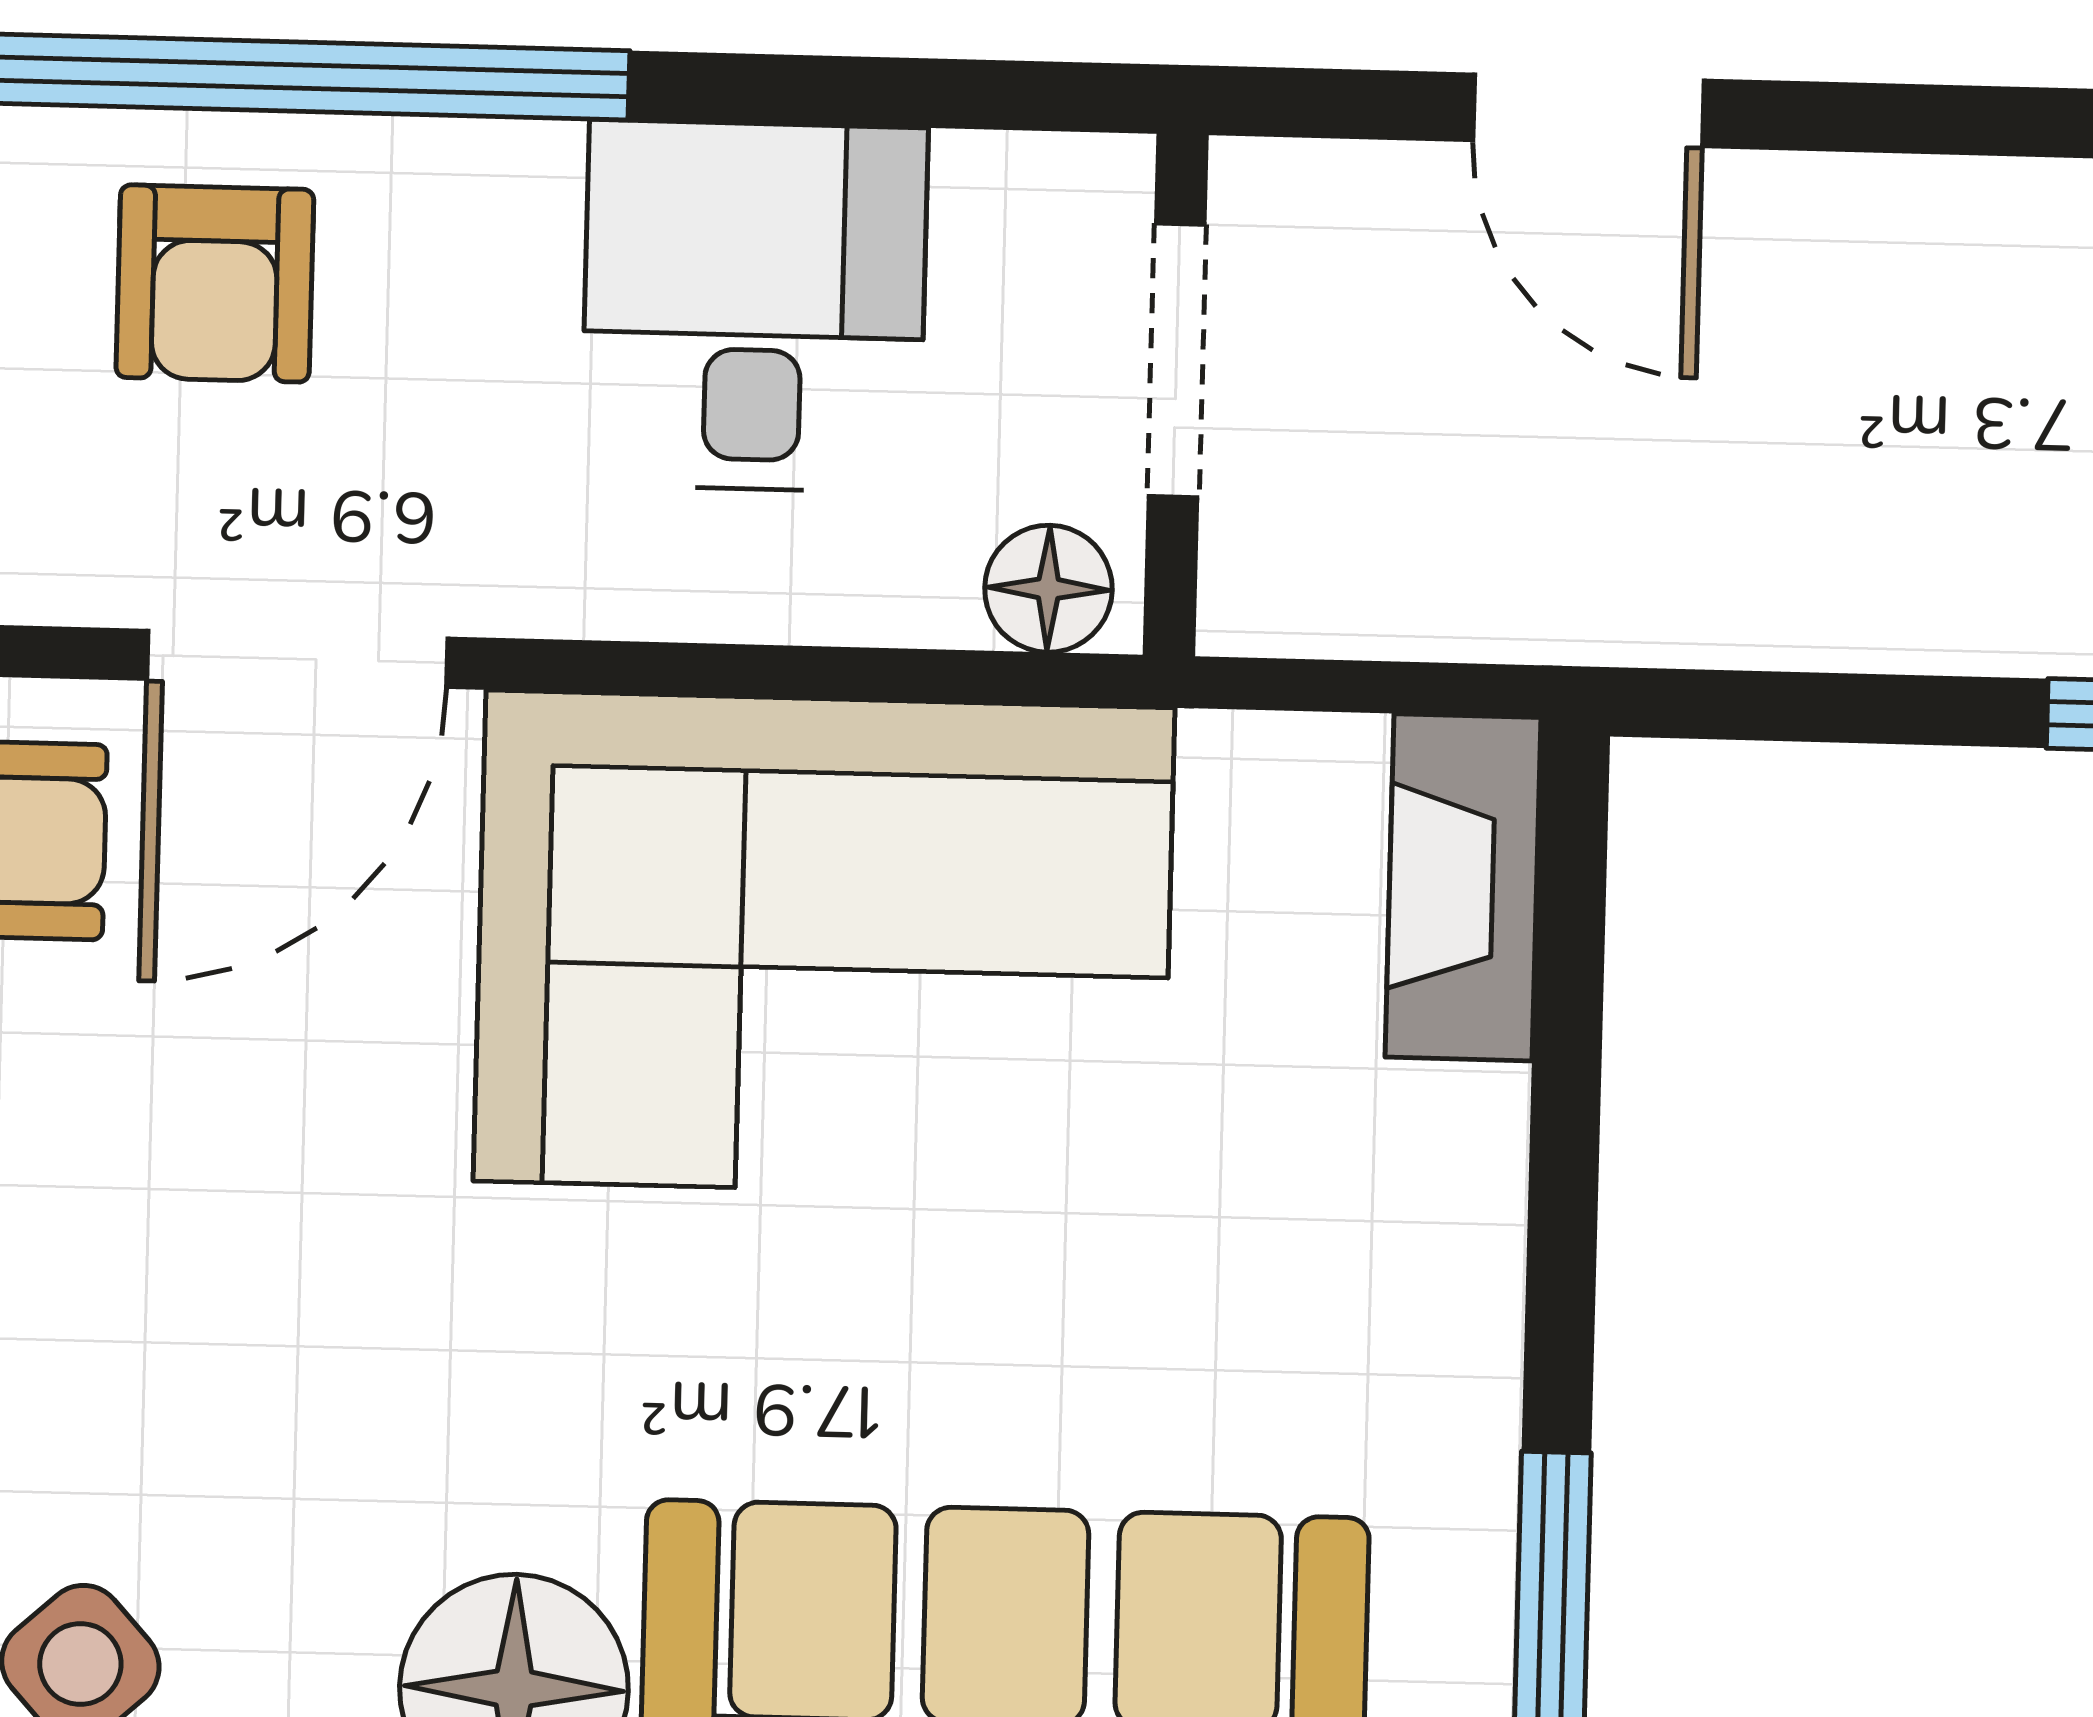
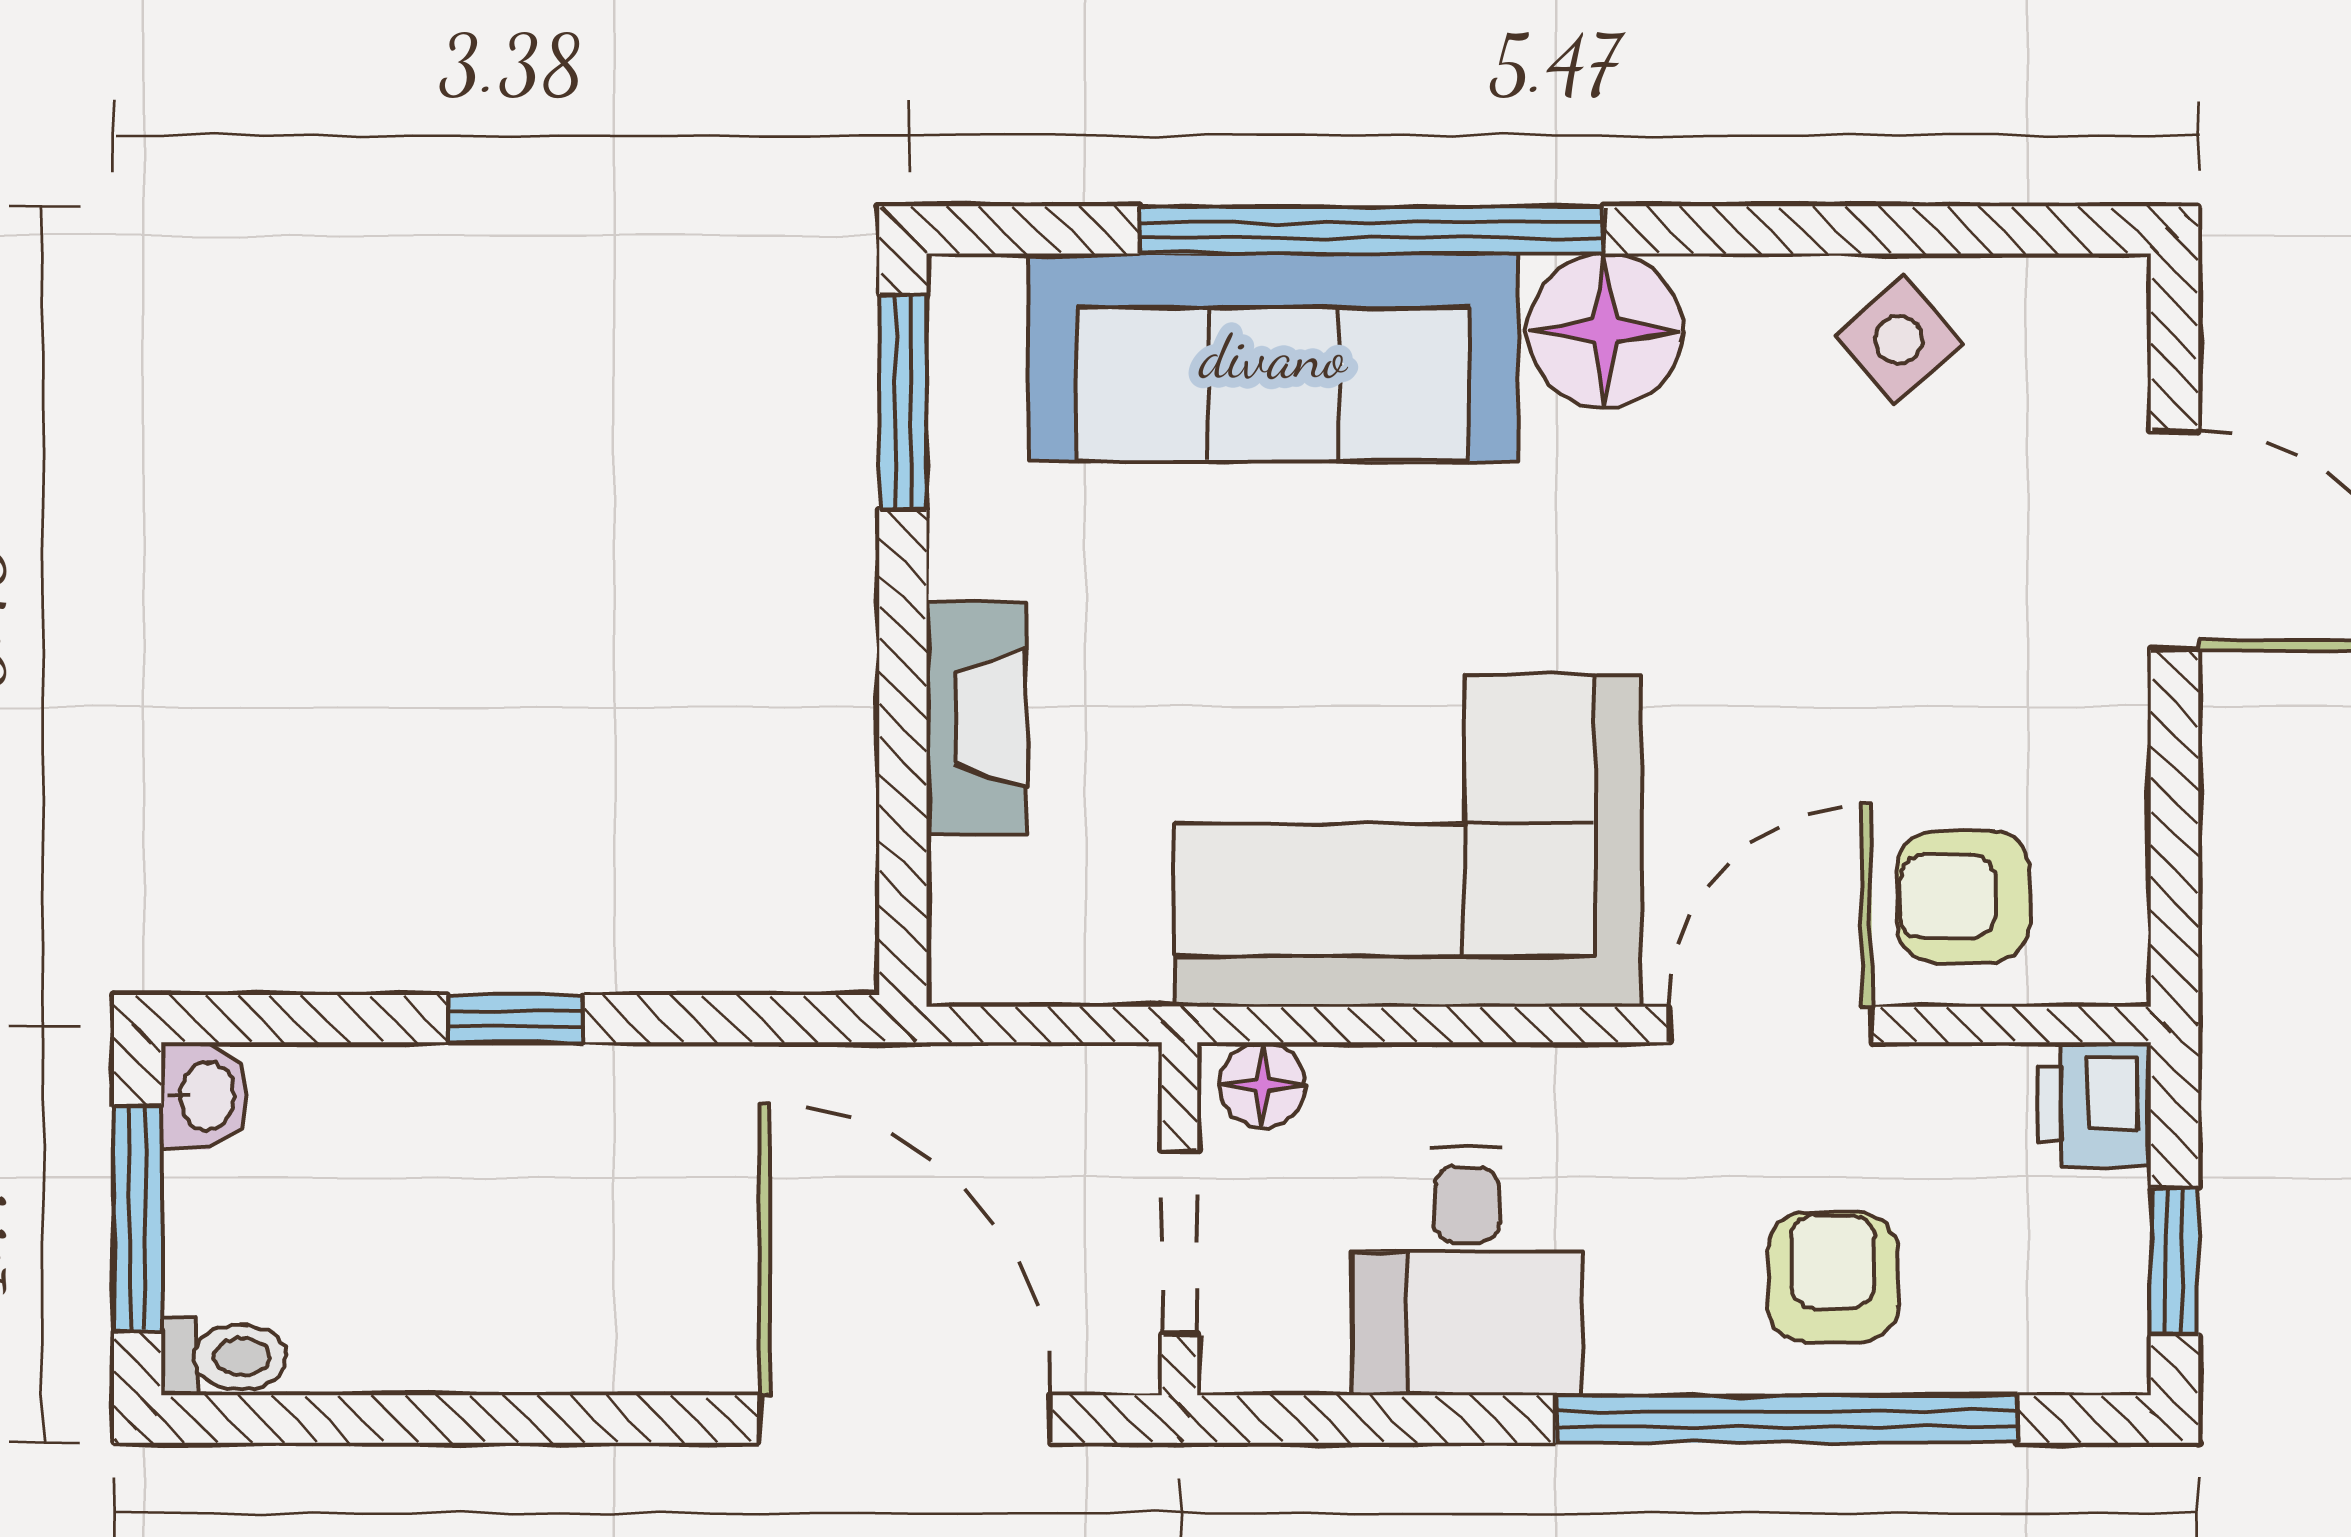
door: (1588, 110) -> (905, 1419), width x1.87
fireplace: (1463, 887) -> (976, 718), moved

